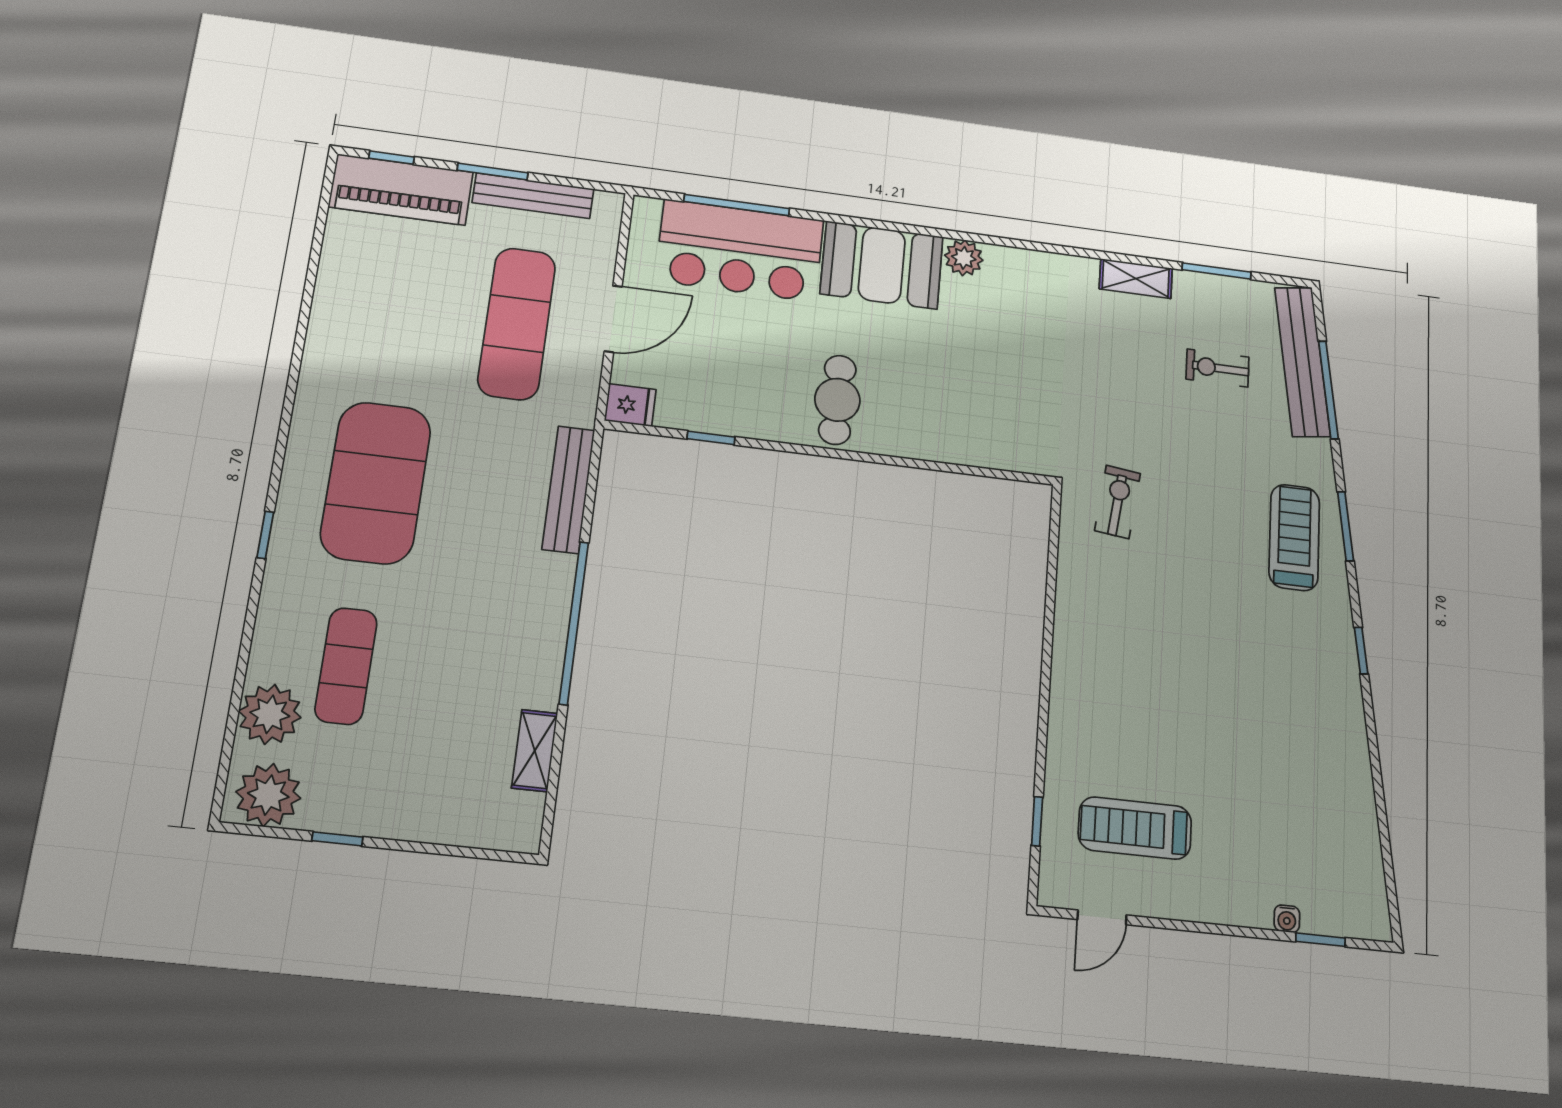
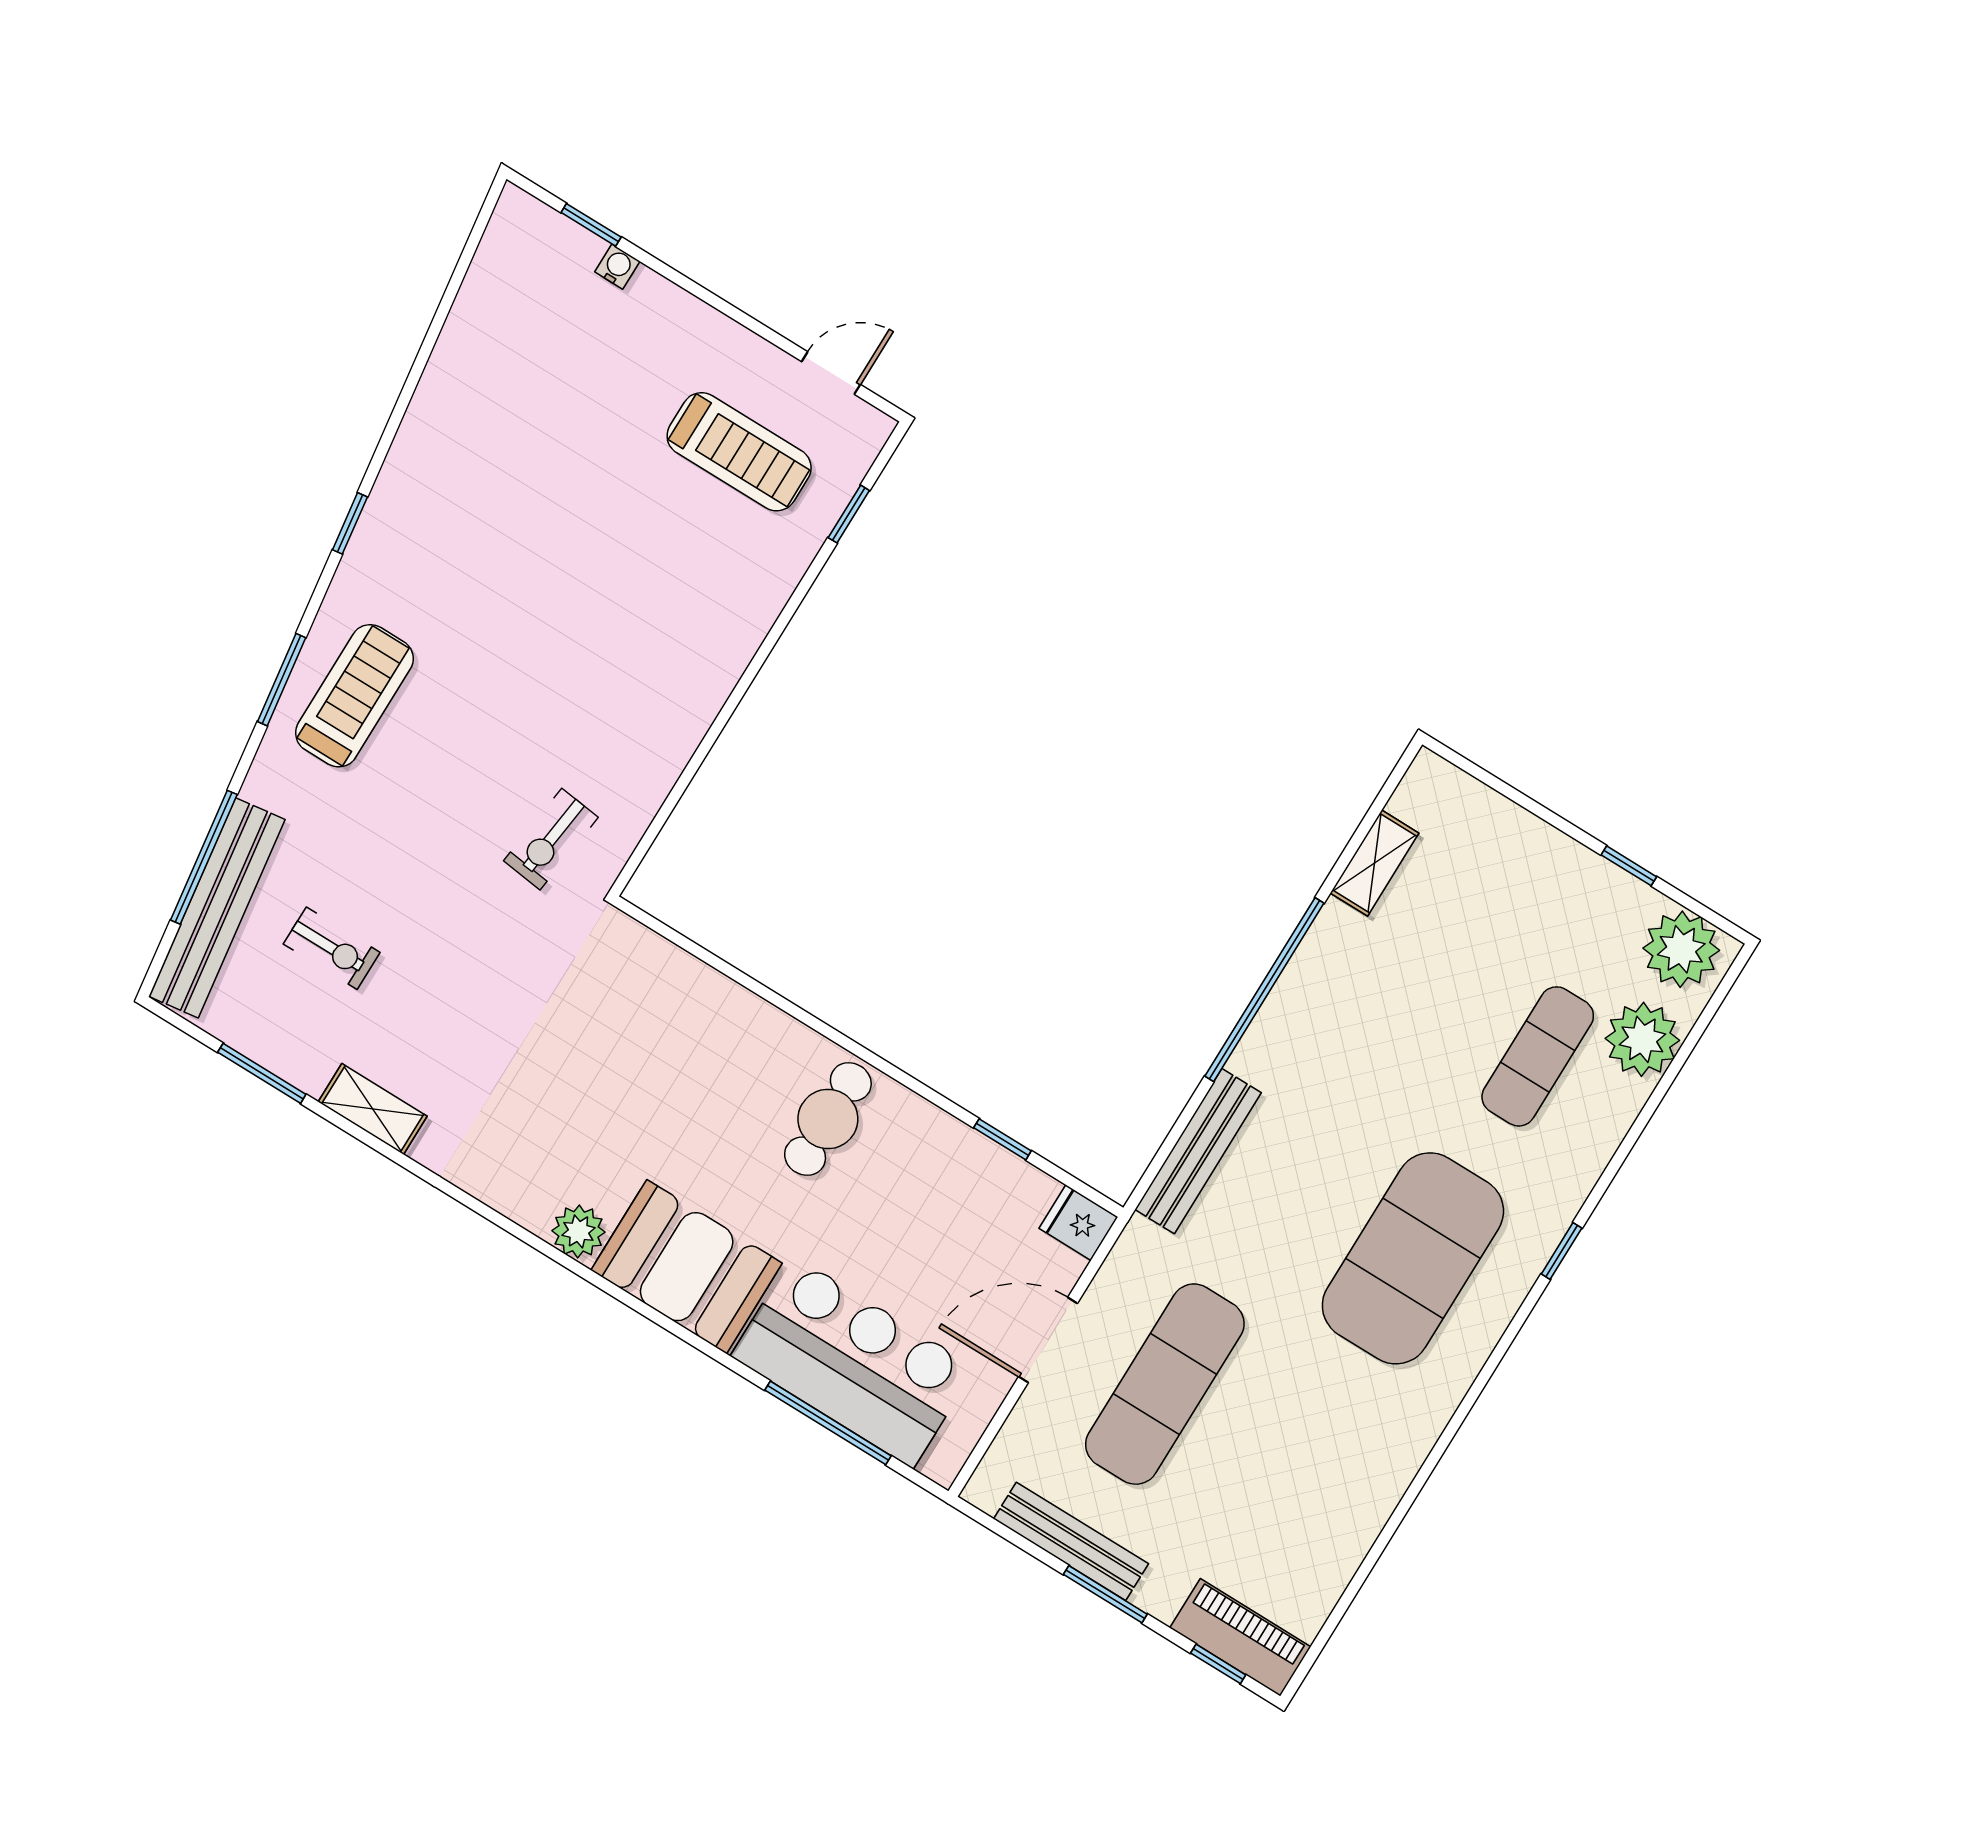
piano: (401, 190) -> (1240, 1637), width x0.73, depth x0.75
treadmill: (1294, 537) -> (354, 696), turned 180

